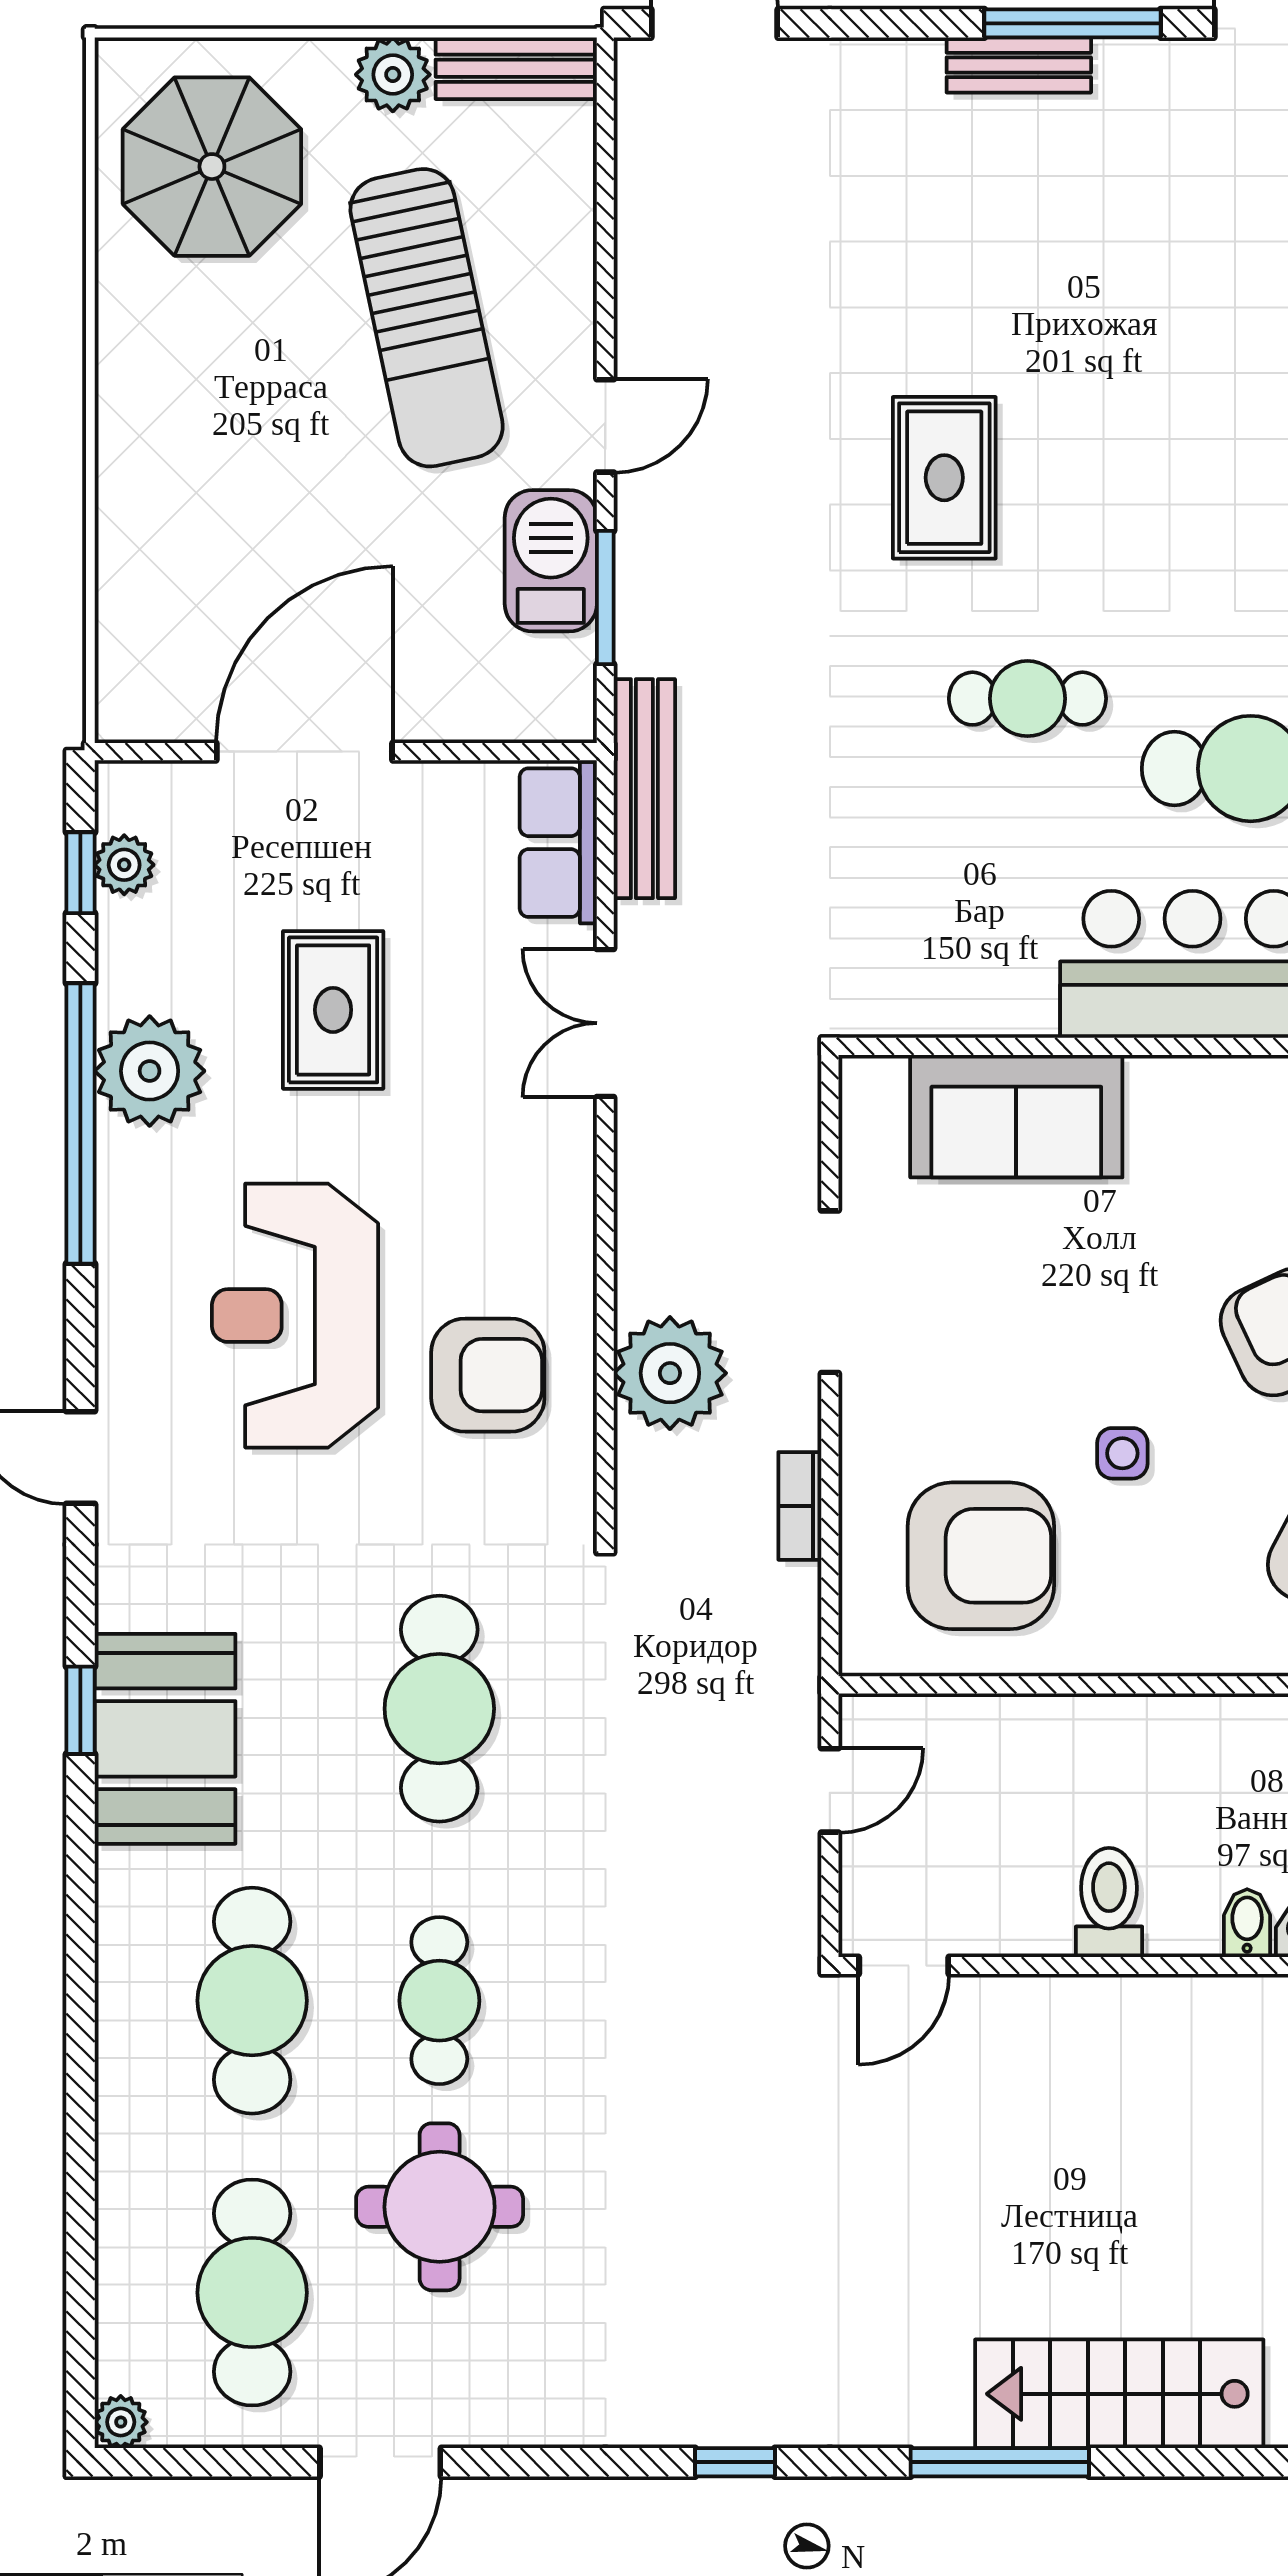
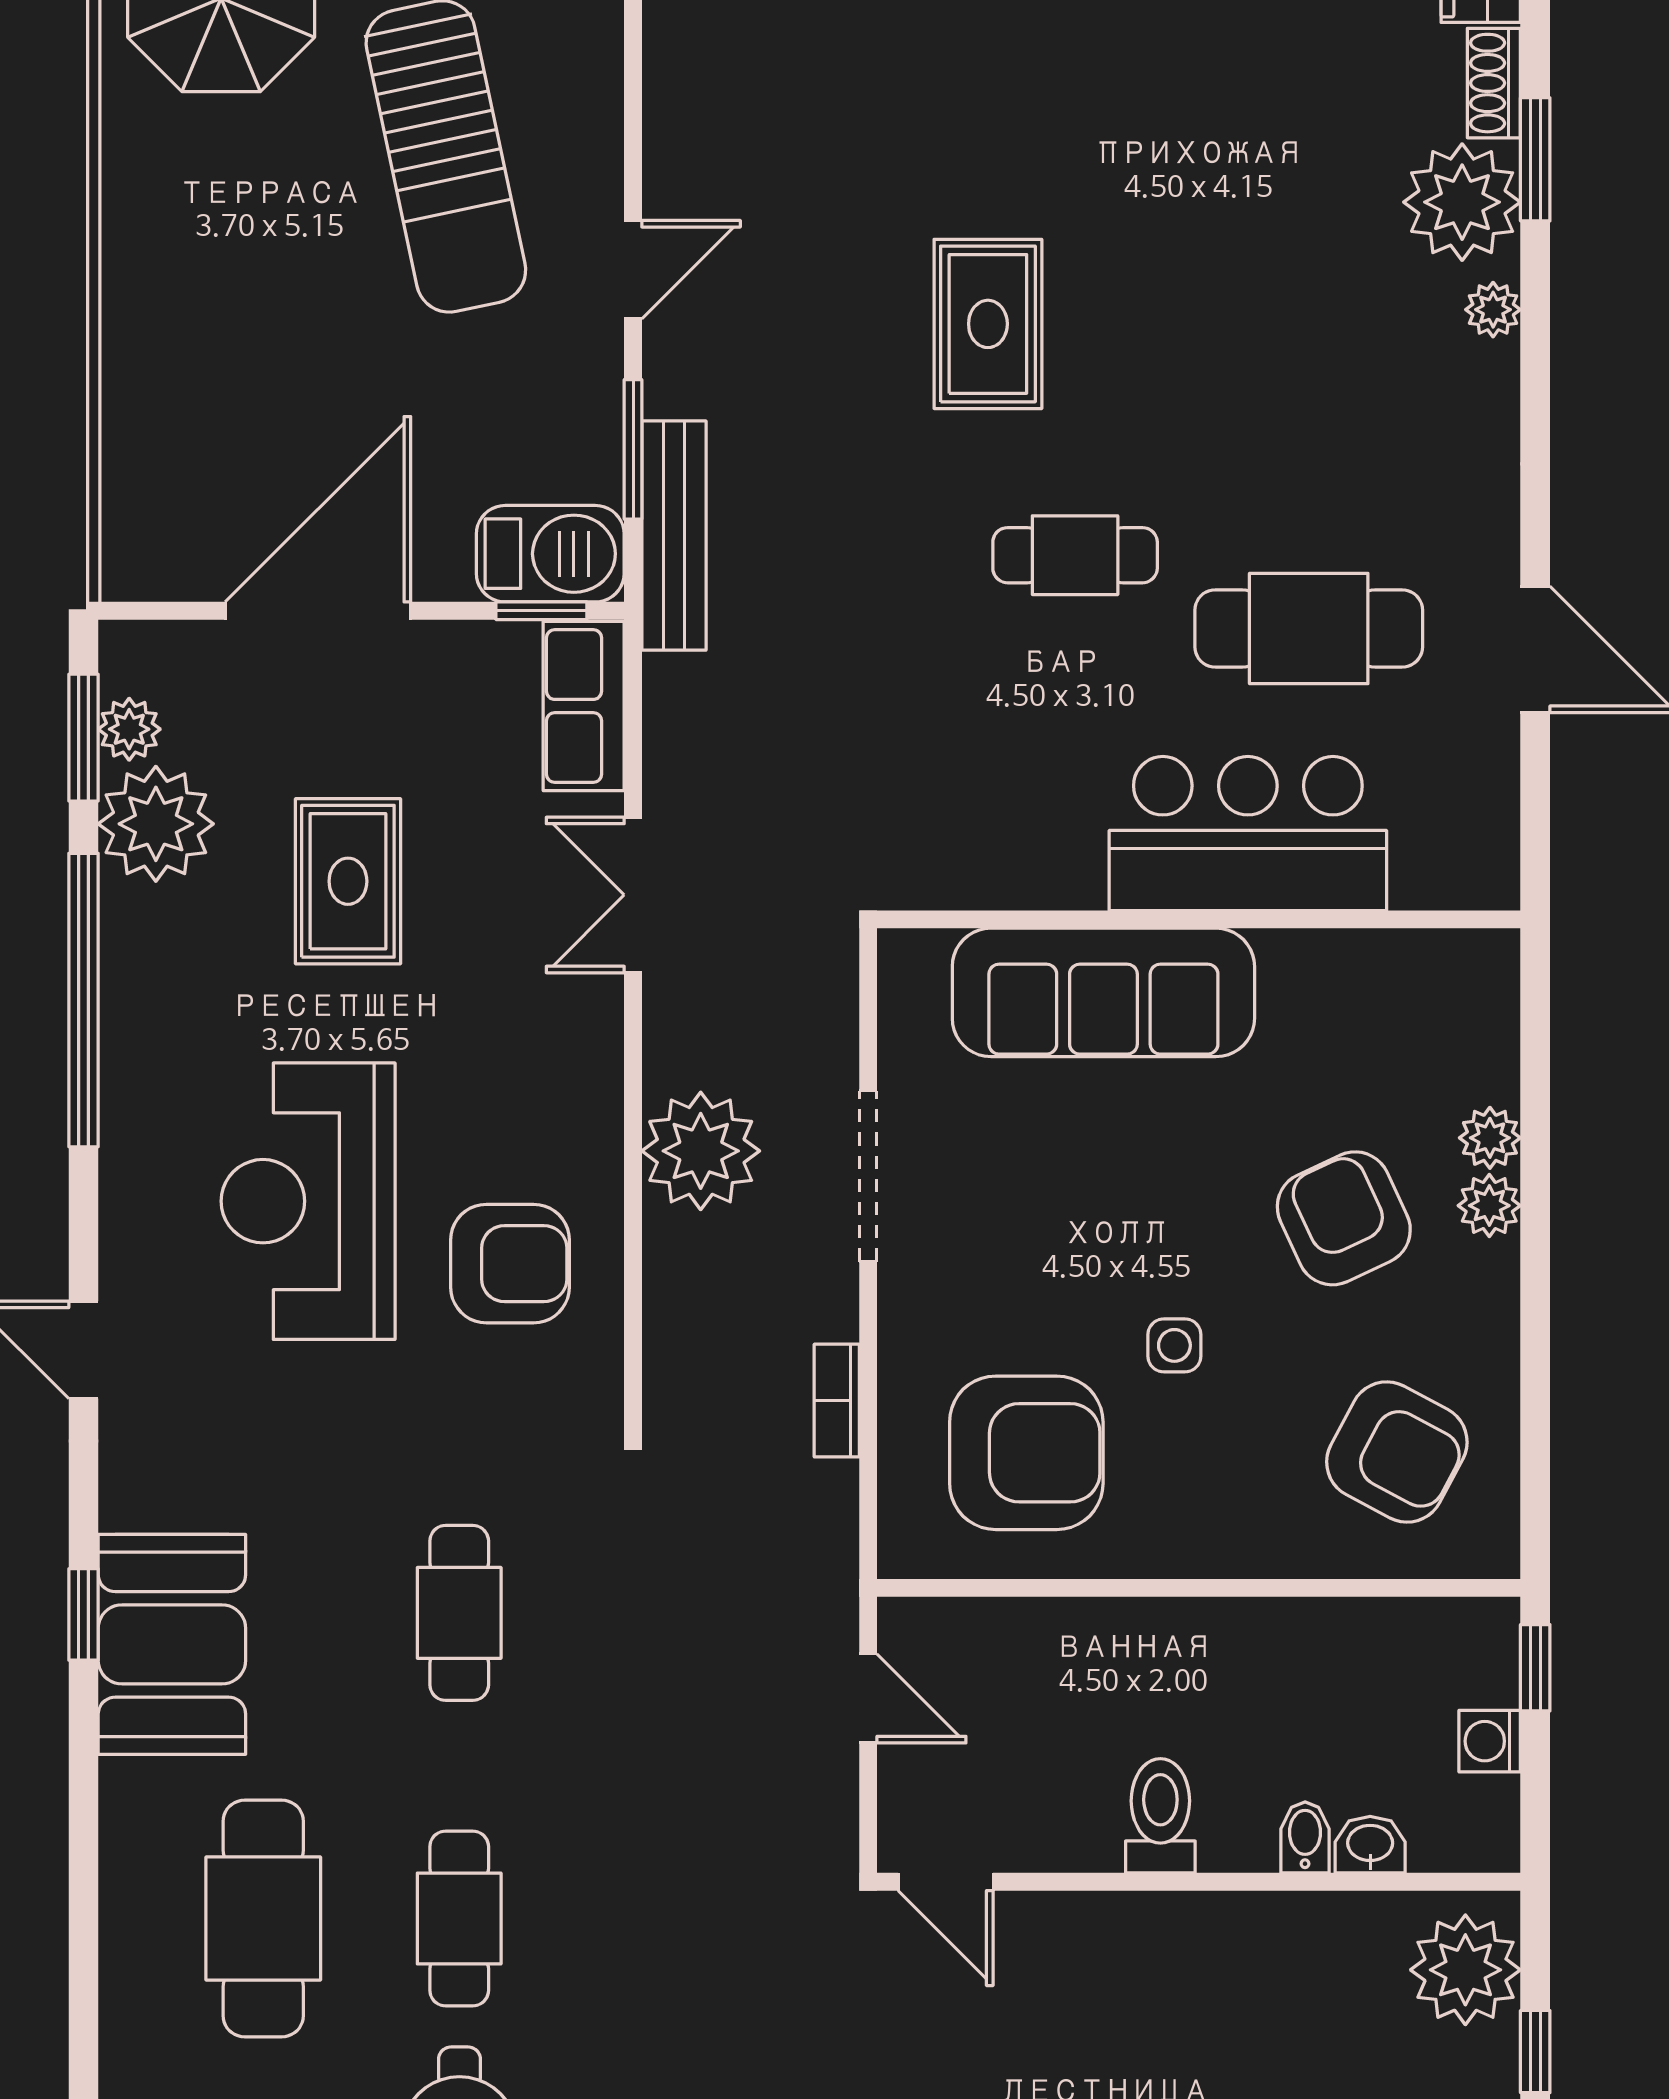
barbecue: (551, 561) -> (550, 554), moved, turned 90
window: (518, 752) -> (541, 611), added
bench: (644, 789) -> (674, 536), moved
window: (80, 873) -> (83, 738), width x1.50
plant: (150, 1071) -> (156, 824), moved
sofa: (1016, 1116) -> (1103, 992), width x1.36
plant: (670, 1373) -> (701, 1151), moved
cafe table: (439, 1709) -> (459, 1613), width x0.73, depth x0.74
door: (830, 1790) -> (868, 1698), hinge flipped
door: (904, 1966) -> (946, 1882), hinge flipped

